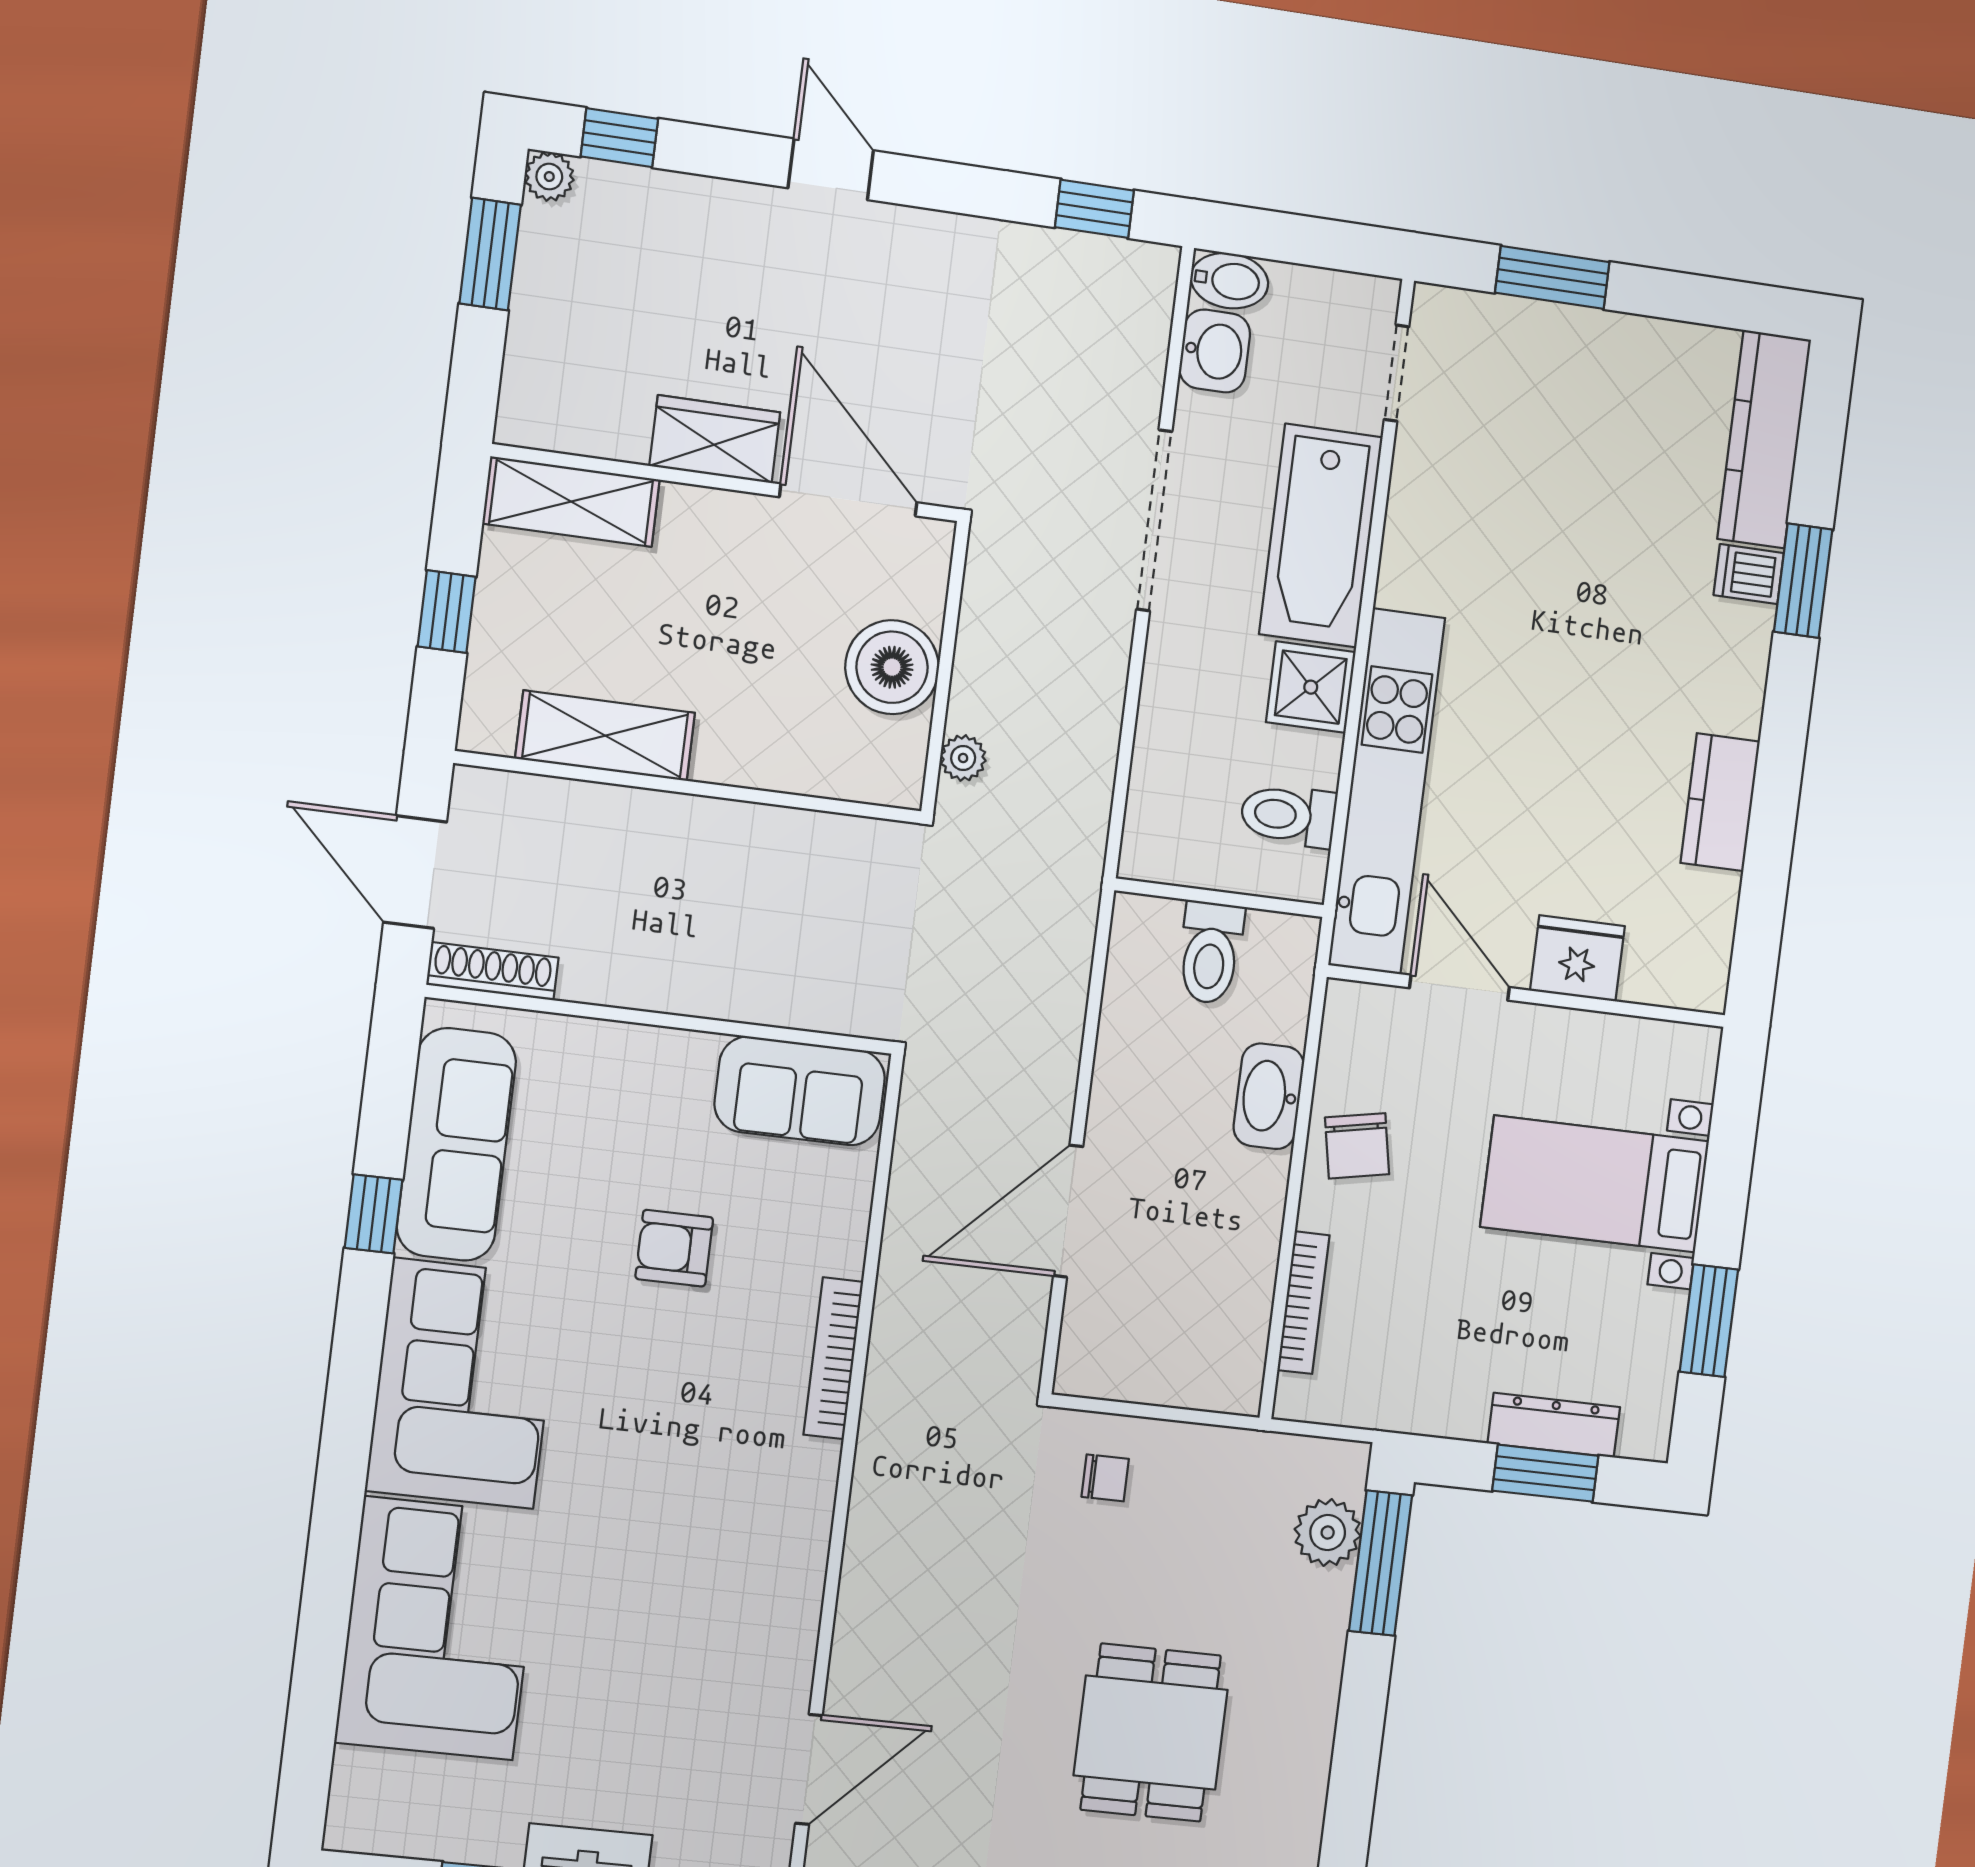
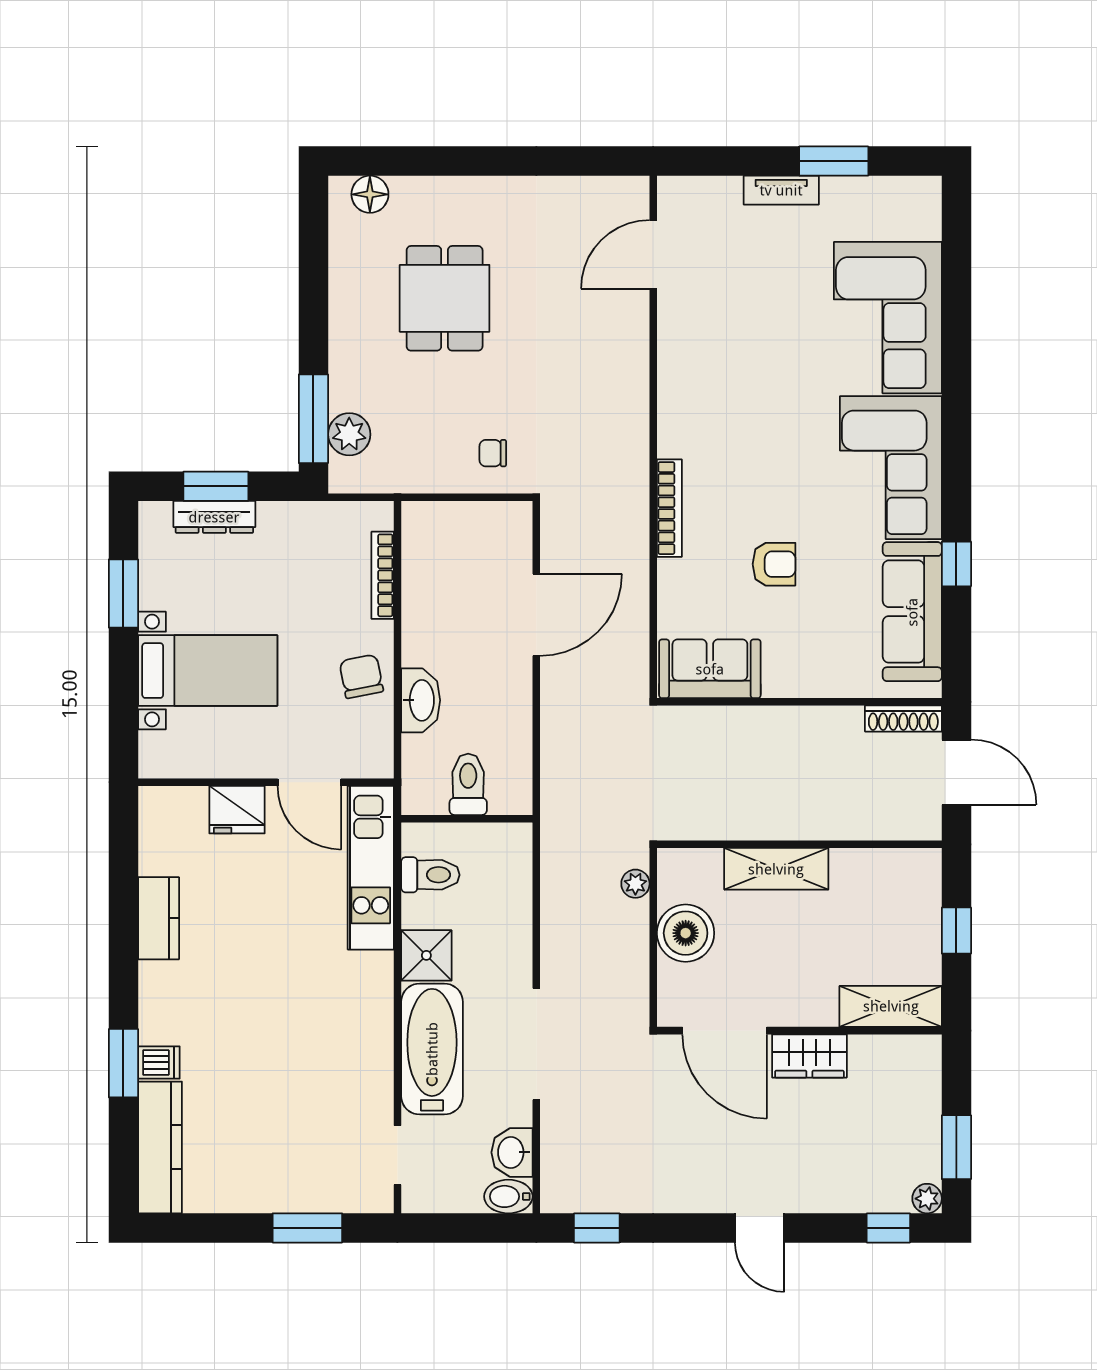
shelving: (605, 736) -> (776, 869), moved
kitchen unit: (1387, 792) -> (371, 868), width x0.73

